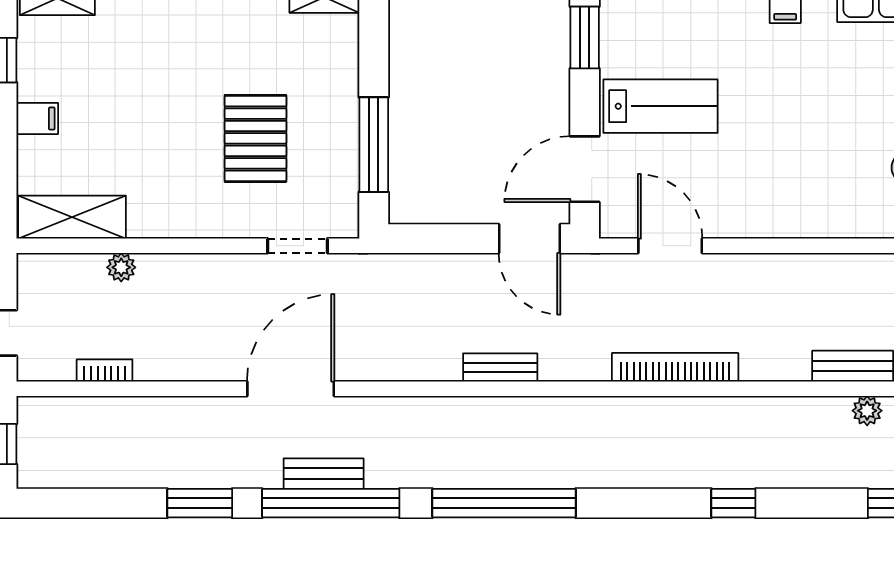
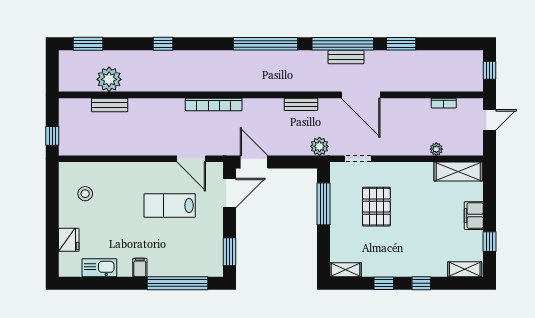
lab bench: (660, 106) -> (170, 206), moved
filing cabinet: (37, 118) -> (474, 216), width x2.00
plant: (383, 274) -> (319, 146), added
bench: (500, 367) -> (301, 104), moved
bookcase: (675, 367) -> (214, 104), moved
door: (291, 389) -> (361, 95), hinge flipped
plant: (867, 411) -> (109, 79), width x1.88, depth x1.88

